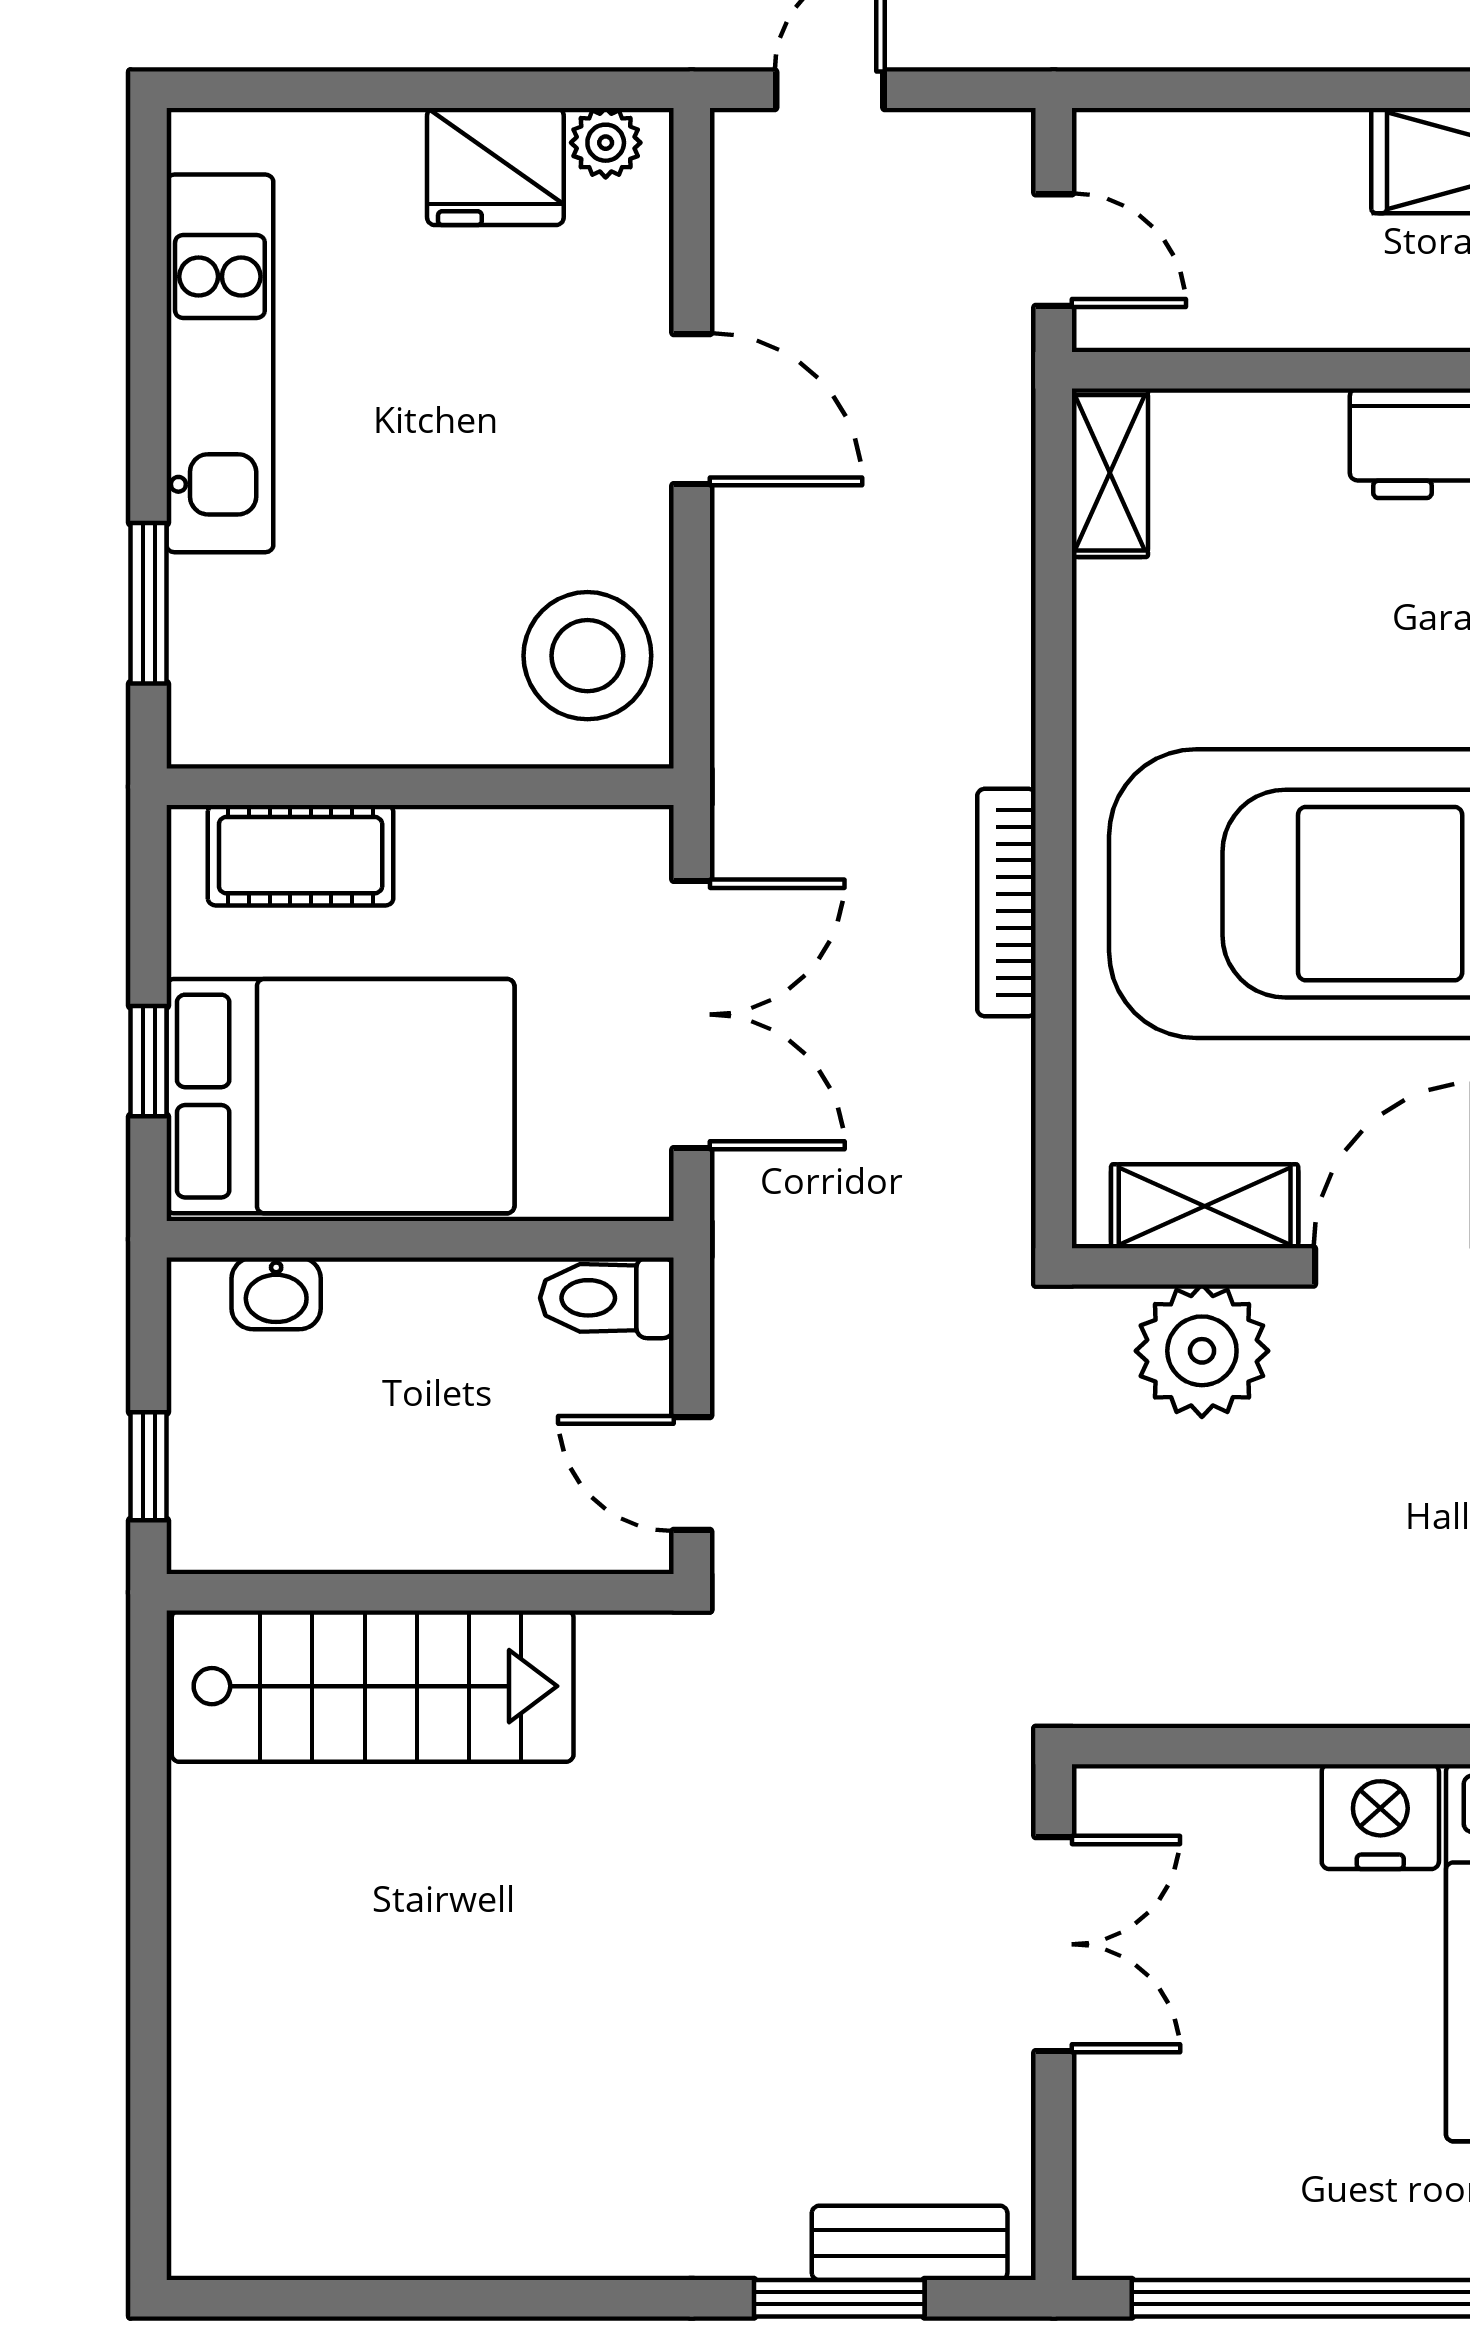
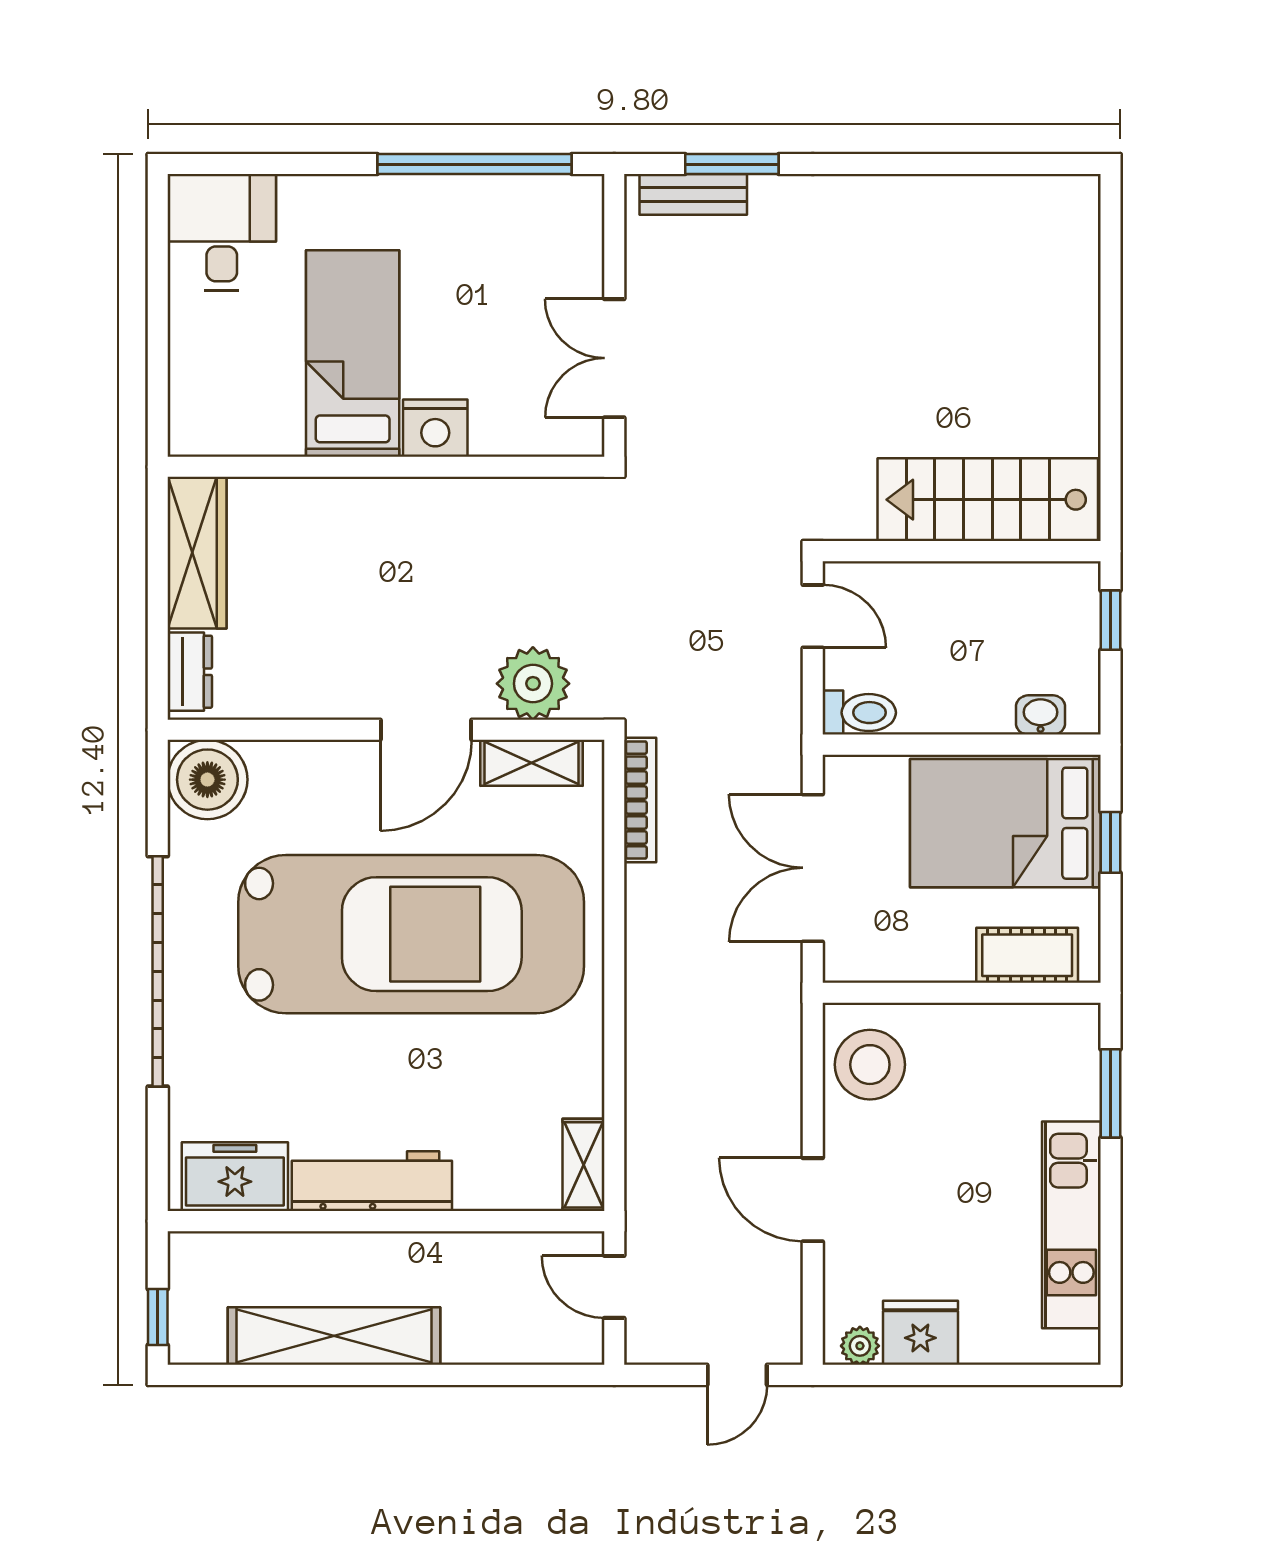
bookcase: (1006, 902) -> (640, 800), moved

